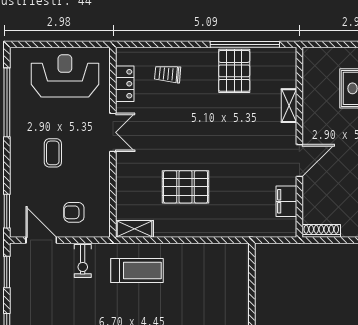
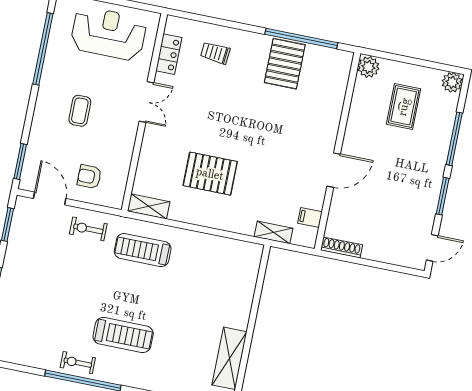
plant: (312, 58) -> (368, 67), added
shelving: (289, 106) -> (274, 232), moved, turned 90
filing cabinet: (286, 201) -> (310, 218), width x0.50
exercise bike: (83, 261) -> (88, 229), turned 90
treadmill: (137, 270) -> (143, 250), turned 180

